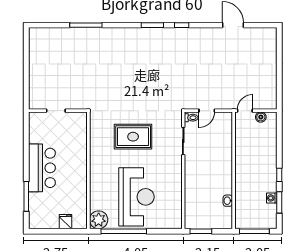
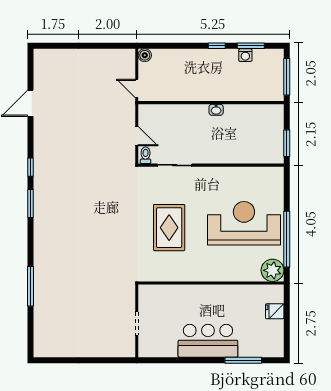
boiler: (261, 117) -> (145, 55), moved
washbasin: (228, 201) -> (216, 110), moved

